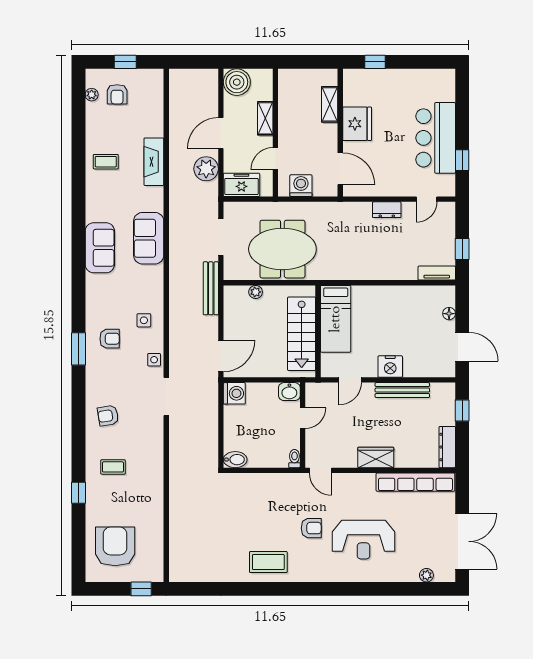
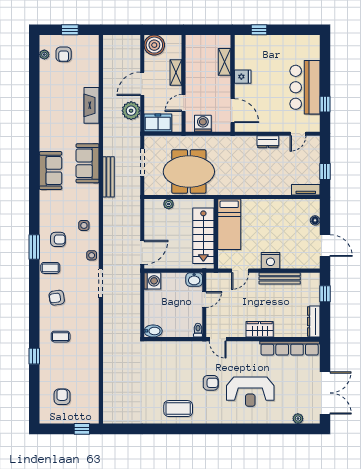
fridge: (357, 124) -> (243, 77), width x0.53, depth x0.75
coffee table: (106, 162) -> (50, 268), moved
bench: (211, 288) -> (108, 177), moved
armchair: (115, 546) -> (62, 397), width x0.53, depth x0.53

